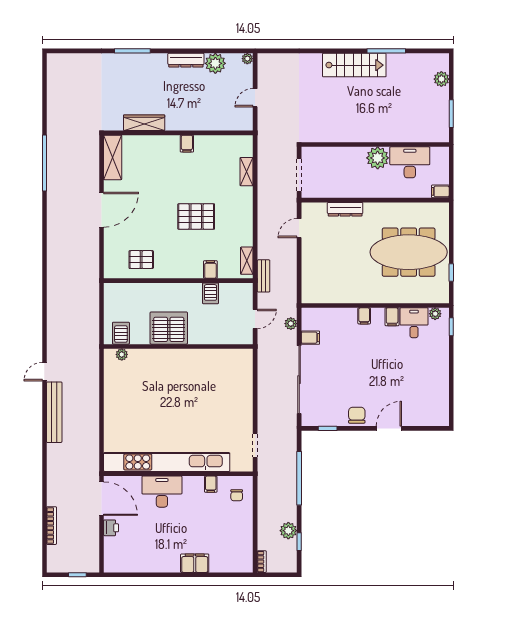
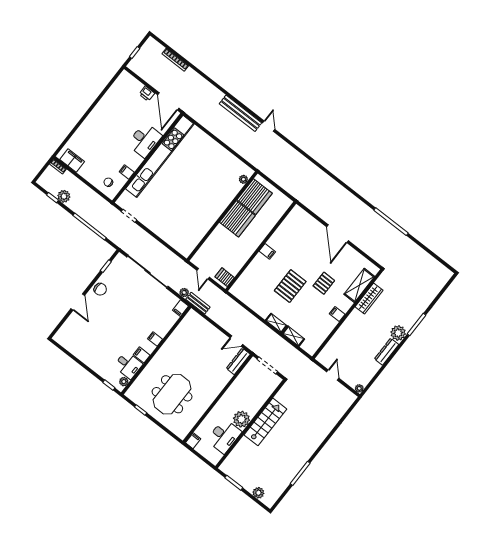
plant: (215, 63) -> (398, 333), moved
stairs: (354, 65) -> (265, 422), moved, turned 180
shelving: (113, 157) -> (359, 285), moved, turned 90
dresser: (345, 209) -> (238, 361), moved
door: (299, 228) -> (236, 341), swing flipped
meeting table: (409, 252) -> (172, 394), width x0.73
pallet: (141, 260) -> (324, 283), moved
shelving: (247, 261) -> (276, 323), moved
filing cabinet: (210, 269) -> (267, 251), moved
bench: (264, 276) -> (198, 303), moved
server rack: (211, 293) -> (225, 277), moved
server rack: (121, 333) -> (255, 197), width x2.18, depth x1.44
filing cabinet: (310, 338) -> (180, 308), moved
door: (102, 499) -> (168, 101), hinge flipped
filing cabinet: (195, 563) -> (72, 161), moved, turned -90

